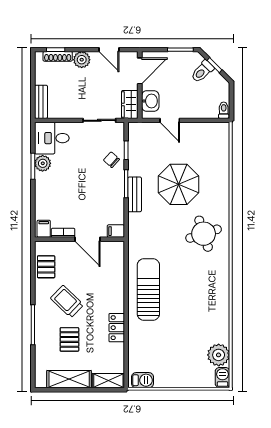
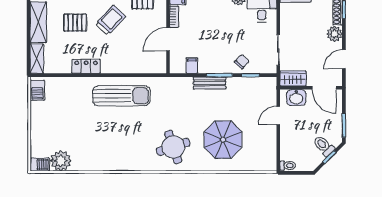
parasol: (178, 184) -> (223, 140), moved
filing cabinet: (116, 231) -> (192, 66), moved

